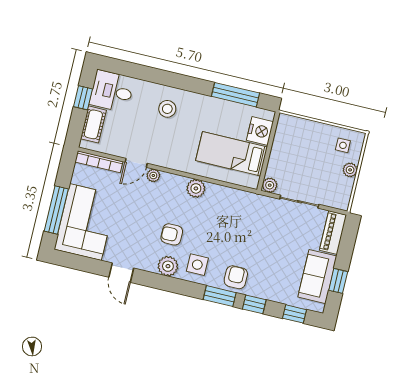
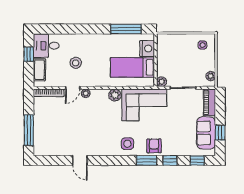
stool: (167, 109) -> (76, 63), moved
plant: (350, 170) -> (211, 76), moved
corner sofa: (86, 222) -> (144, 105), moved, turned 90
armchair: (172, 234) -> (106, 128), removed
plant: (168, 266) -> (109, 149), removed

